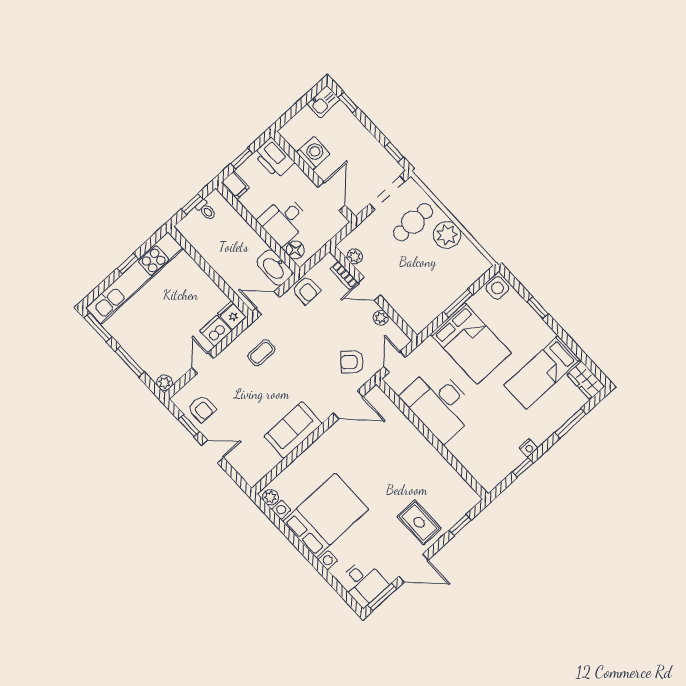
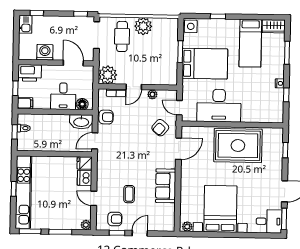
plant: (355, 256) -> (108, 75), width x1.88, depth x1.88
coffee table: (261, 353) -> (129, 194), moved
rug: (419, 522) -> (238, 146), moved, width x1.86, depth x2.06

